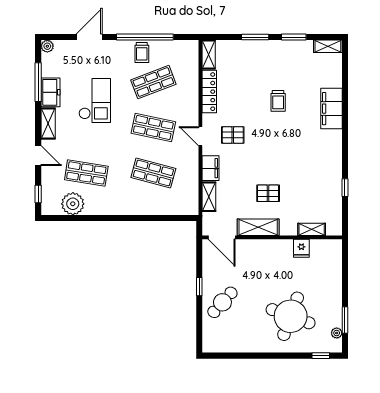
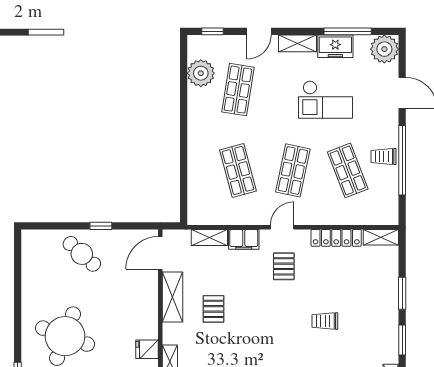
plant: (47, 46) -> (384, 49), width x1.87, depth x1.87
shop shelf: (153, 173) -> (238, 170), turned -30

